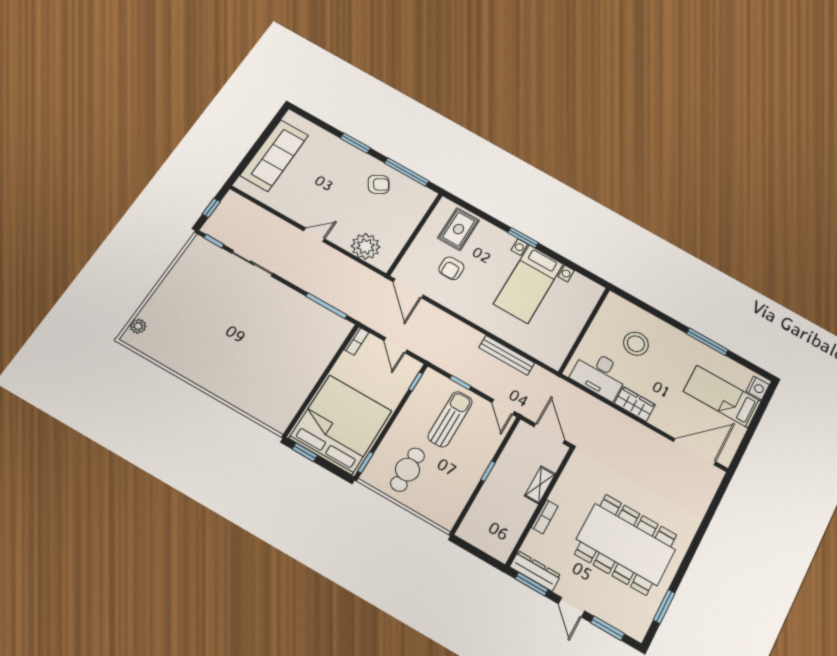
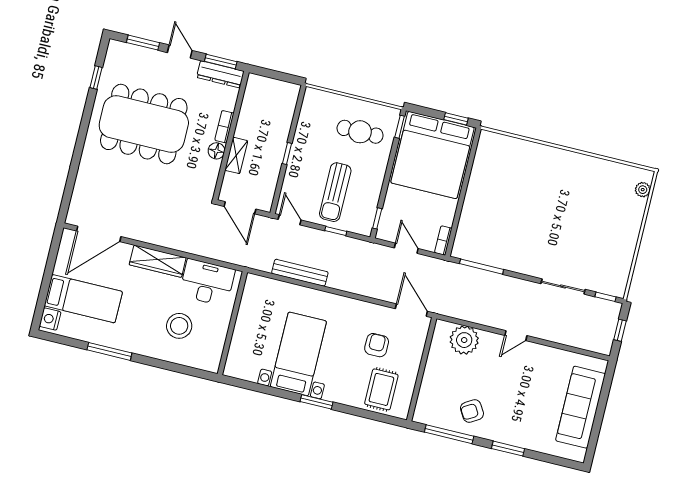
wardrobe: (635, 404) -> (158, 261), width x1.50
cafe table: (408, 470) -> (360, 132), turned 90
floor lamp: (559, 495) -> (216, 151), added
window: (664, 607) -> (96, 77), width x0.67

